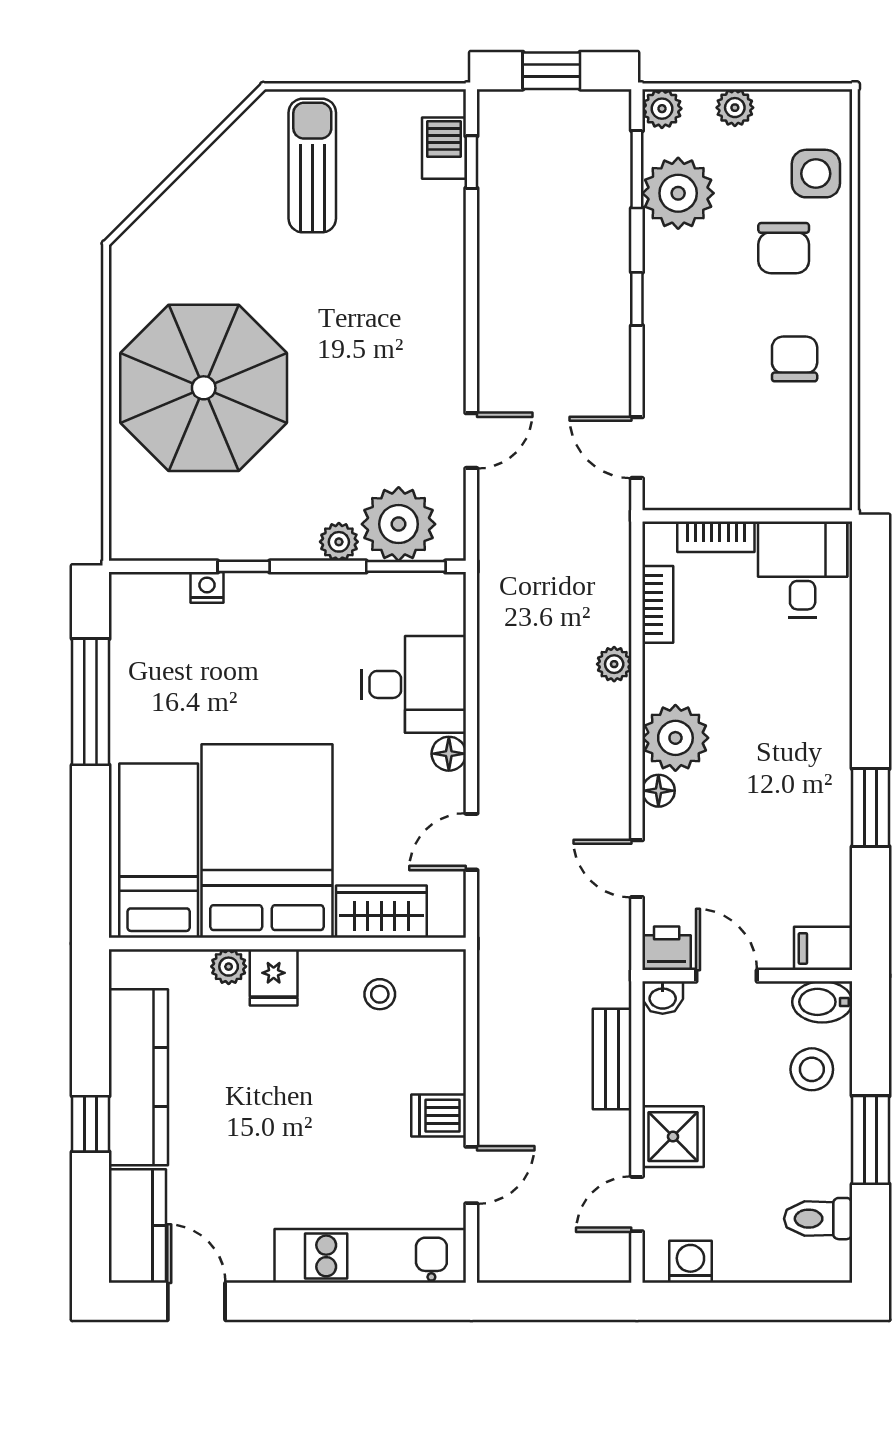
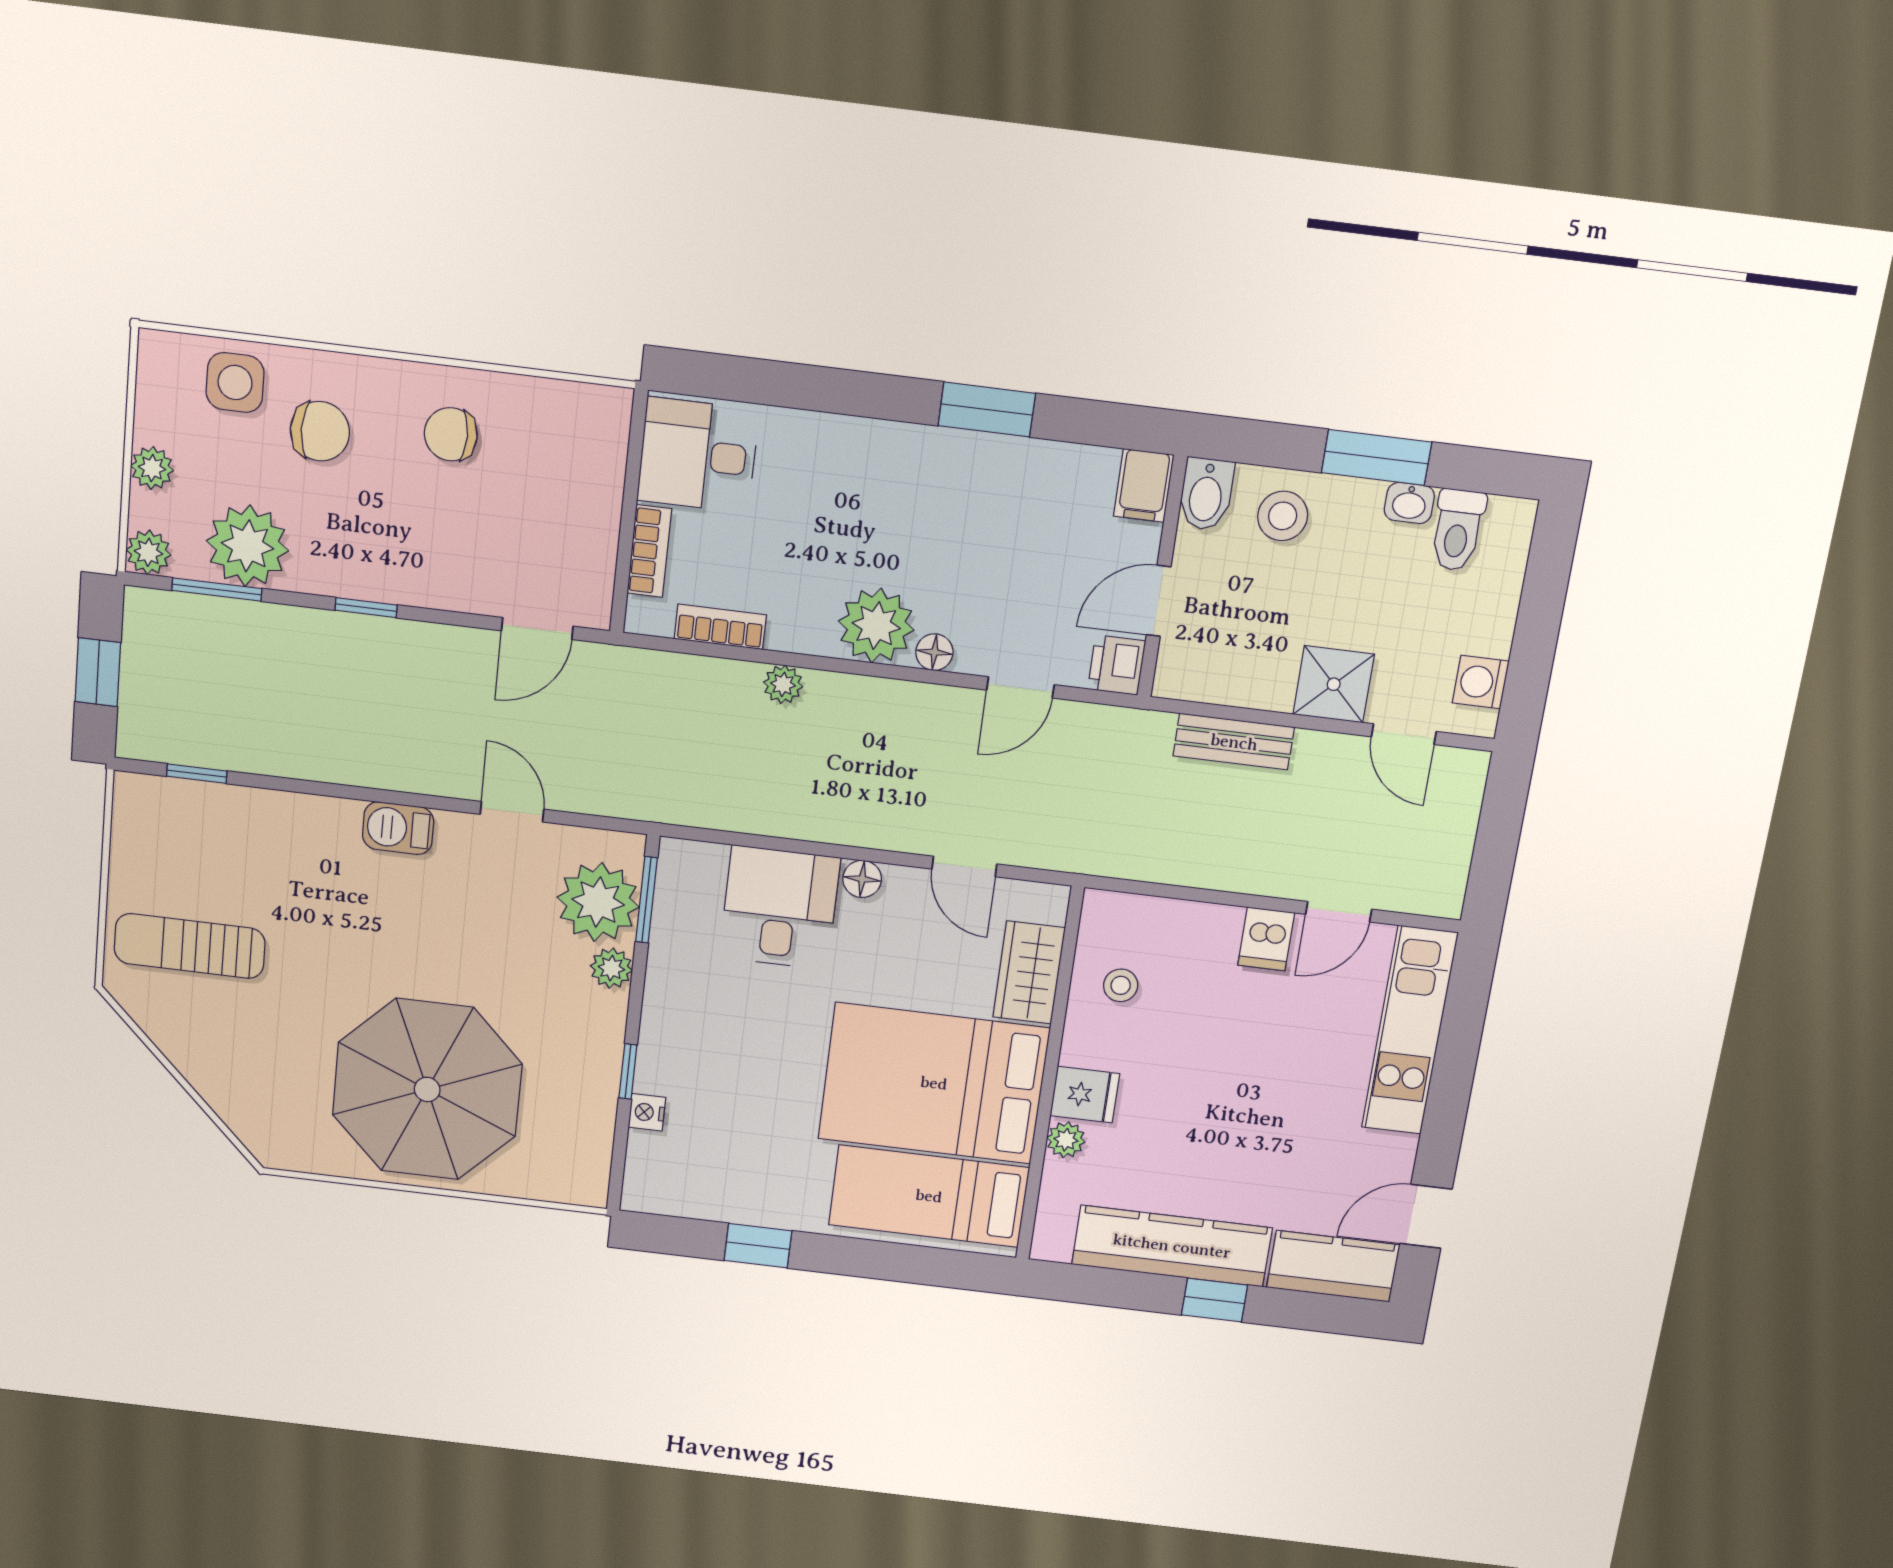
barbecue: (444, 148) -> (398, 828), moved
window: (91, 702) -> (758, 1246), width x0.46
washbasin: (663, 998) -> (1409, 503), moved, turned 90
door: (471, 1175) -> (1339, 912), swing flipped

